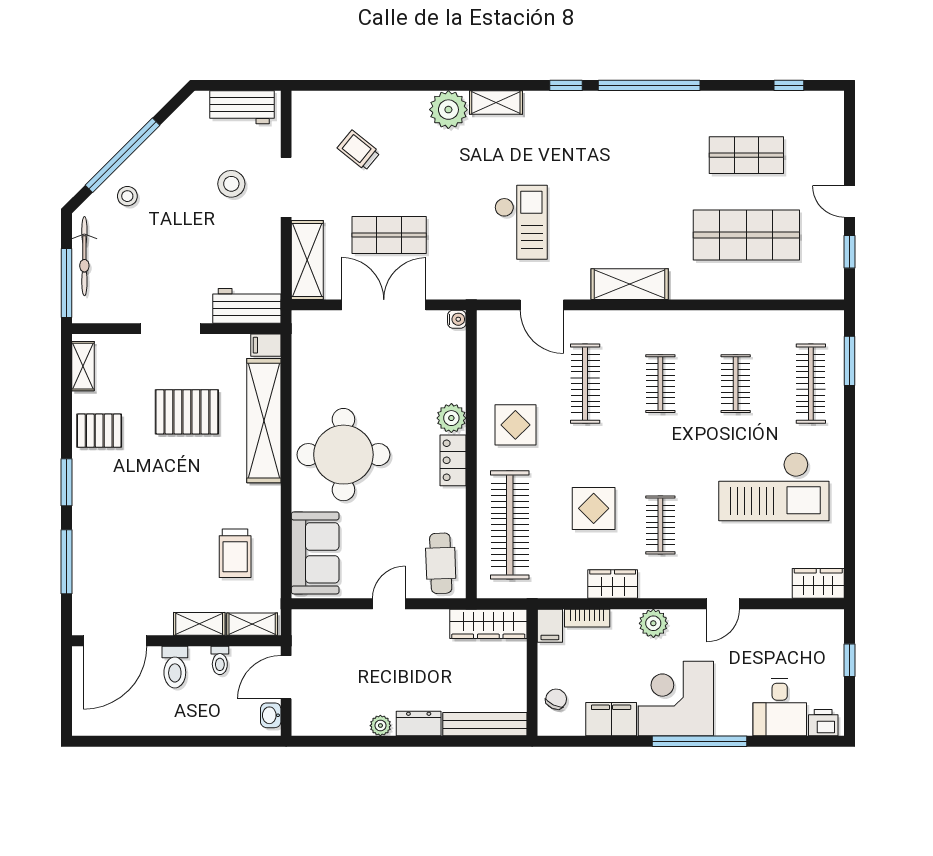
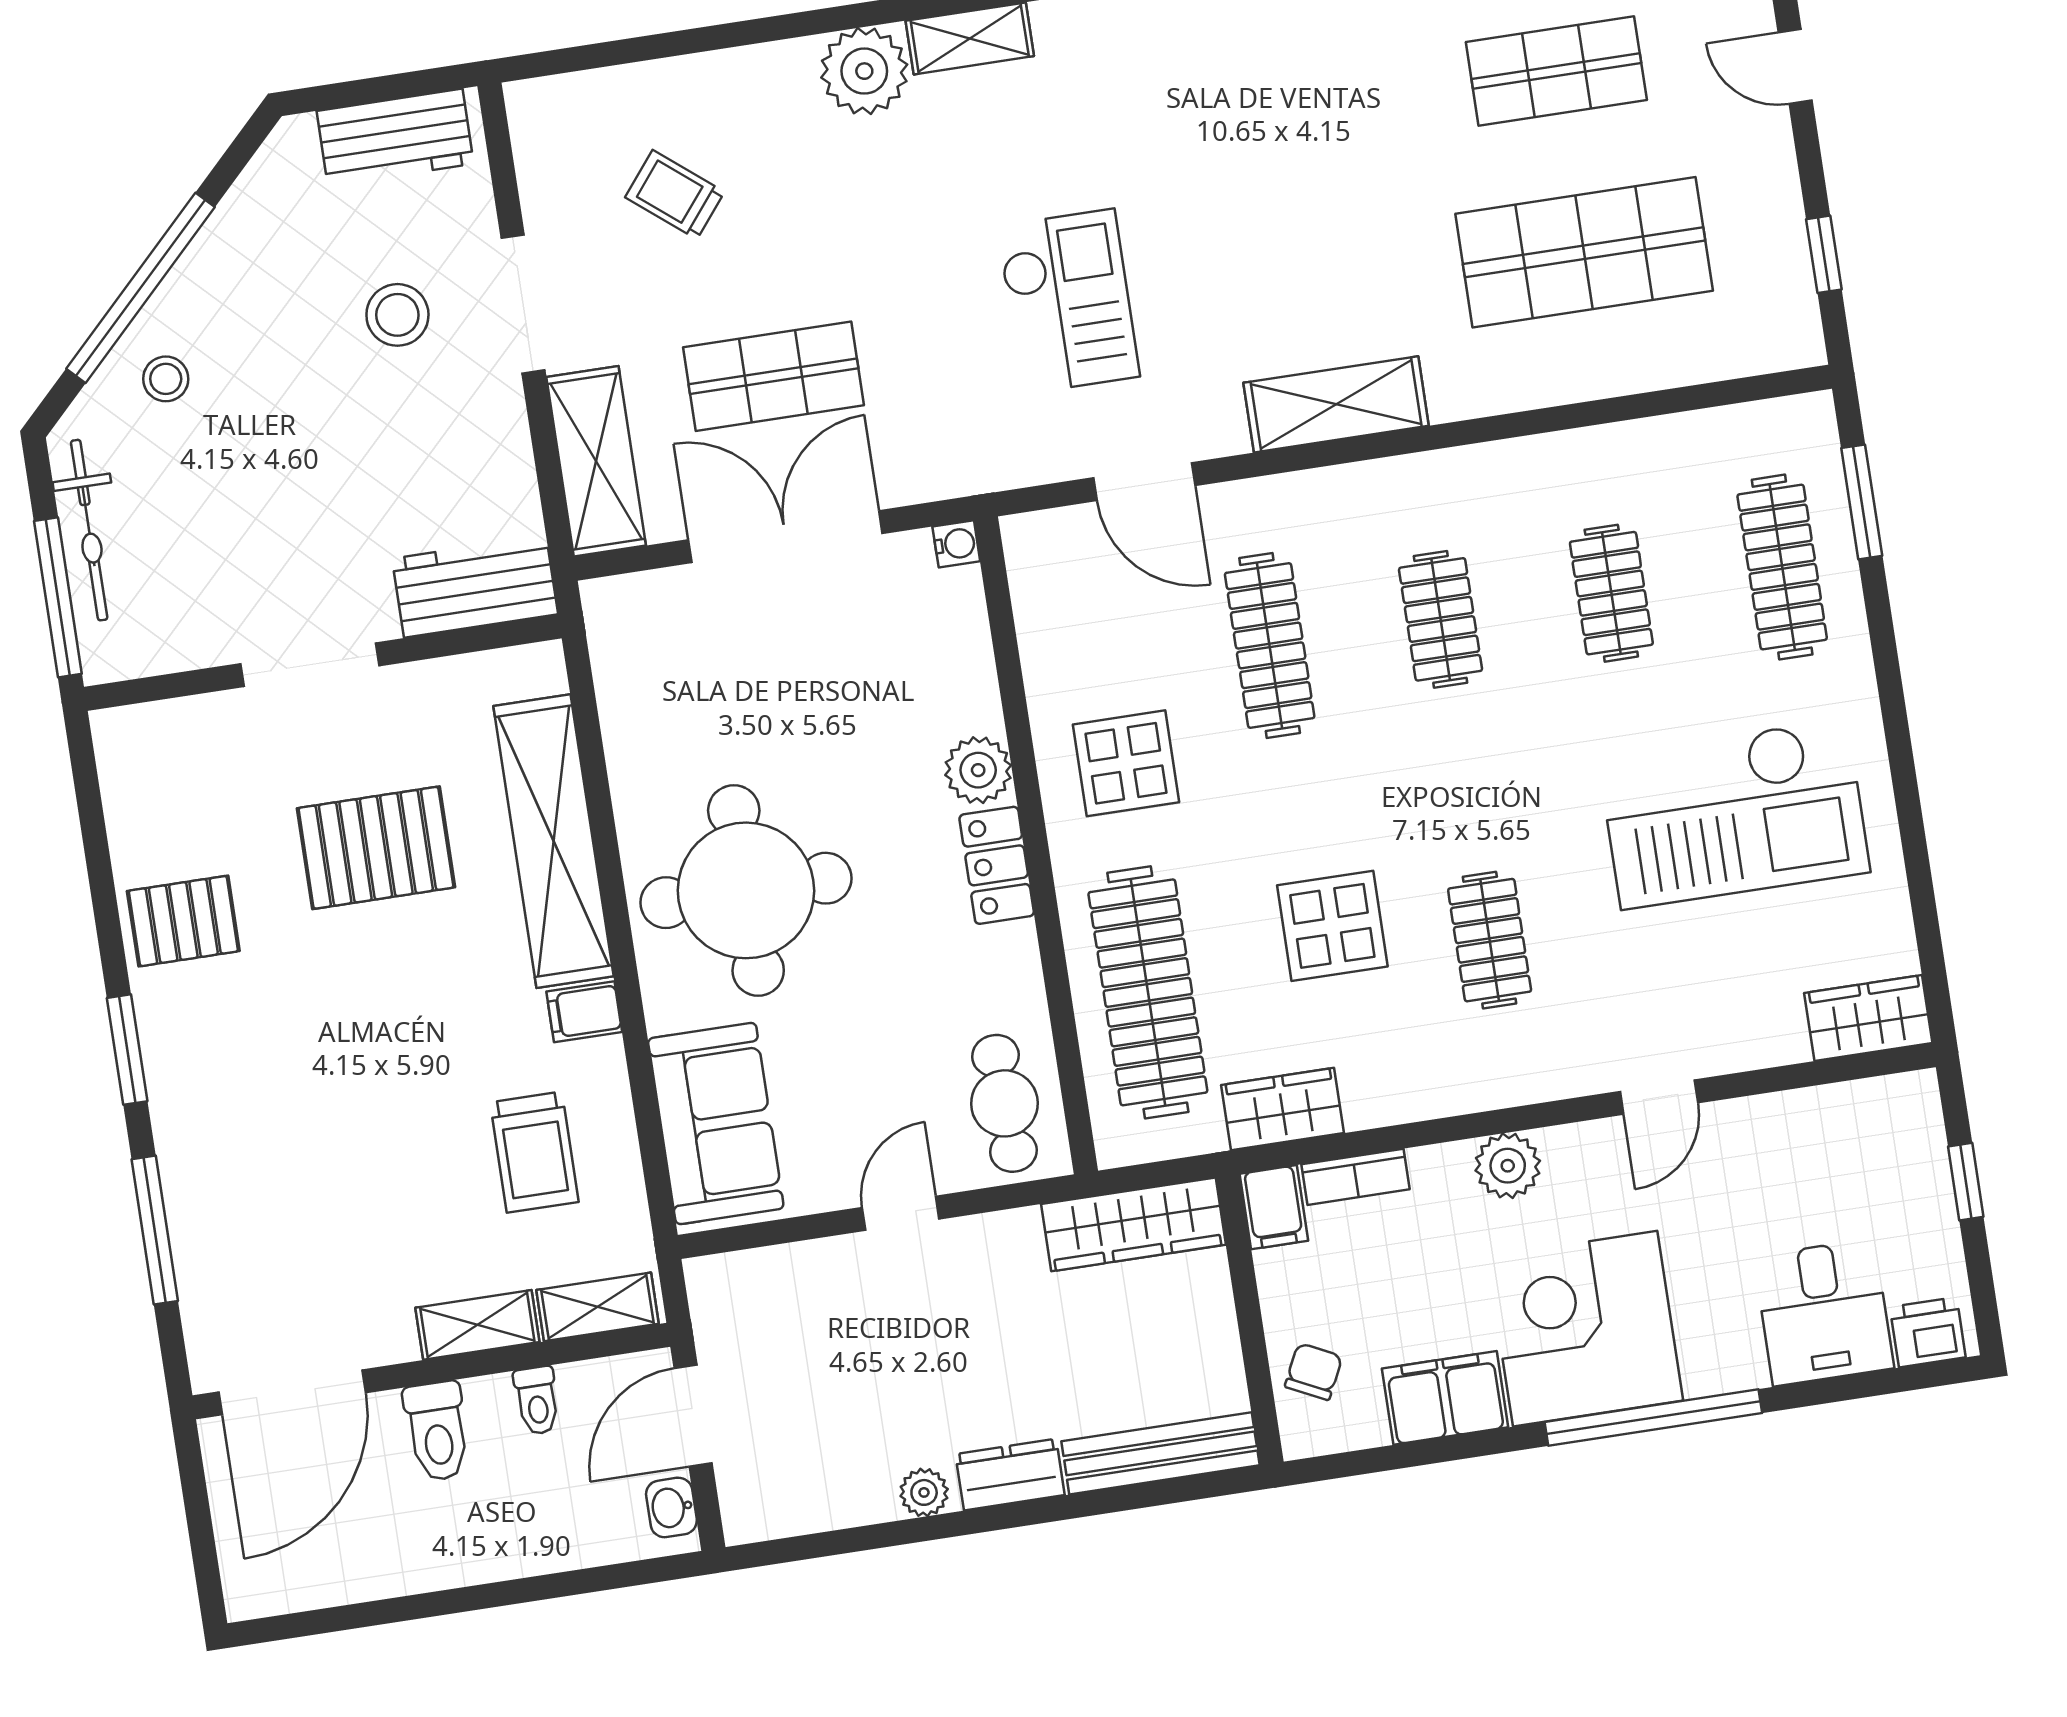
door: (849, 202) -> (1795, 67), moved
filing cabinet: (266, 345) -> (584, 1012), moved
shelving: (83, 366) -> (124, 780), removed
wardrobe: (613, 584) -> (1283, 1109), moved

